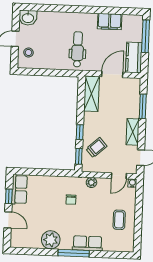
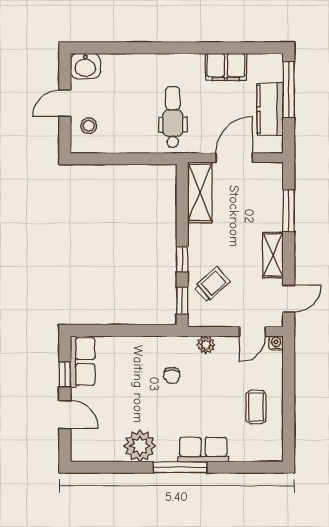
kitchen counter: (134, 57) -> (270, 109), moved

